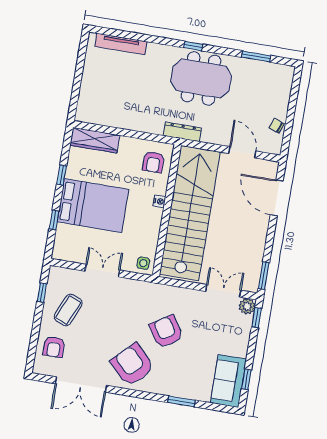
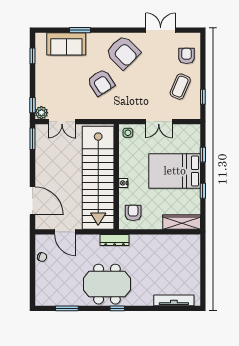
sofa: (228, 381) -> (66, 44), moved, turned 90
double door: (81, 385) -> (161, 30), width x0.73

